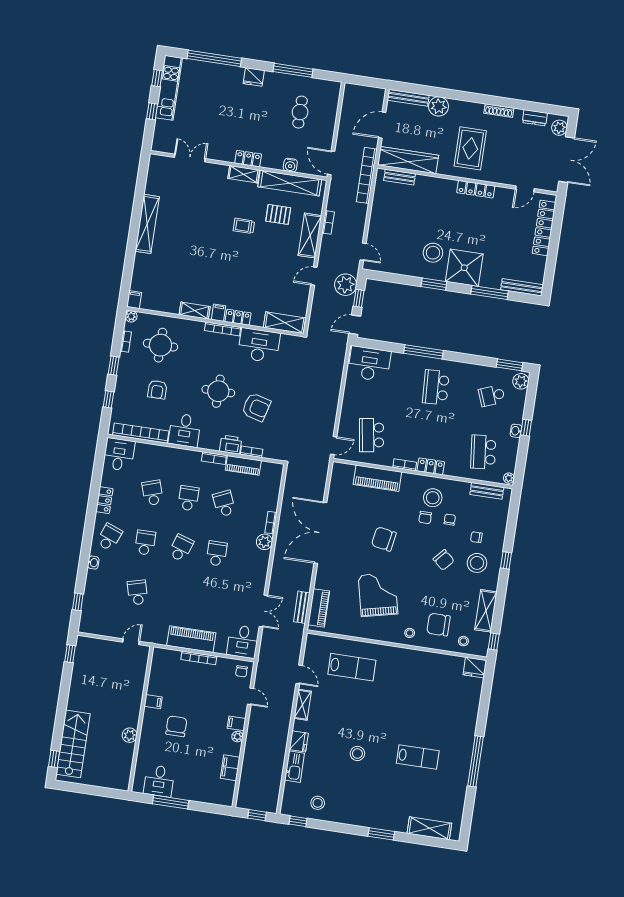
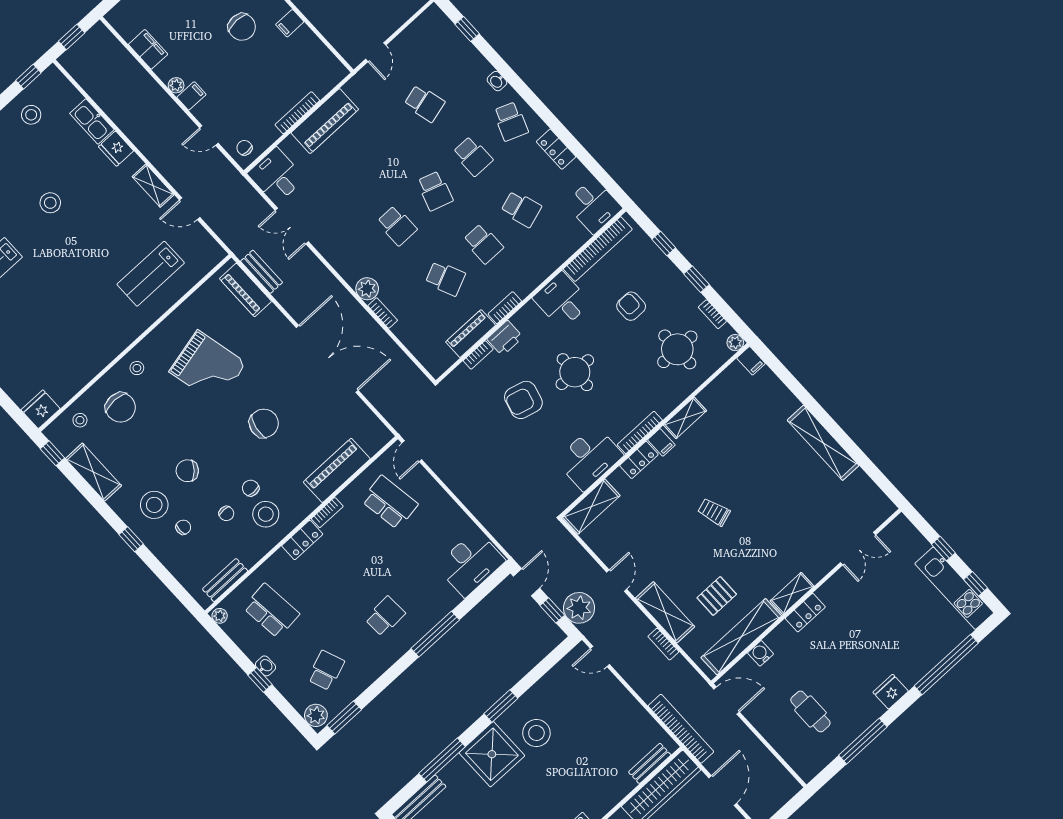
trolley: (244, 226) -> (714, 512), moved, turned -108
school desk: (436, 387) -> (385, 616), width x0.54
chair: (438, 625) -> (120, 407), turned 90

